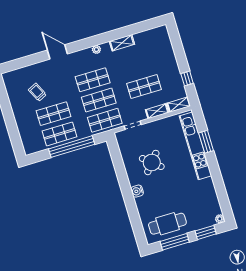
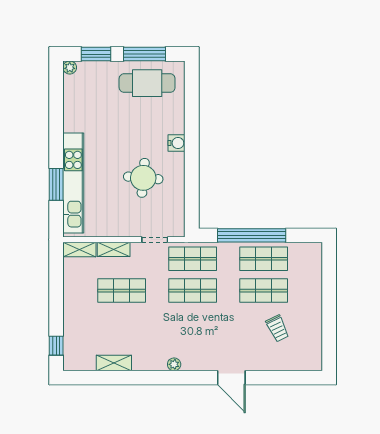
shelving: (122, 43) -> (114, 363), moved
window: (187, 79) -> (56, 346), moved
shop shelf: (93, 80) -> (193, 322), removed
round table: (152, 162) -> (143, 178), turned -35

